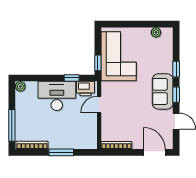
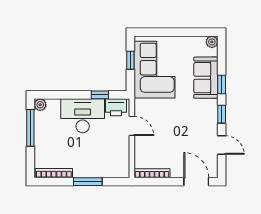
plant: (156, 32) -> (212, 42), moved
window: (98, 63) -> (130, 60), moved
sofa: (163, 91) -> (206, 78), moved
door: (99, 105) -> (132, 126), swing flipped
window: (12, 125) -> (30, 128), moved

